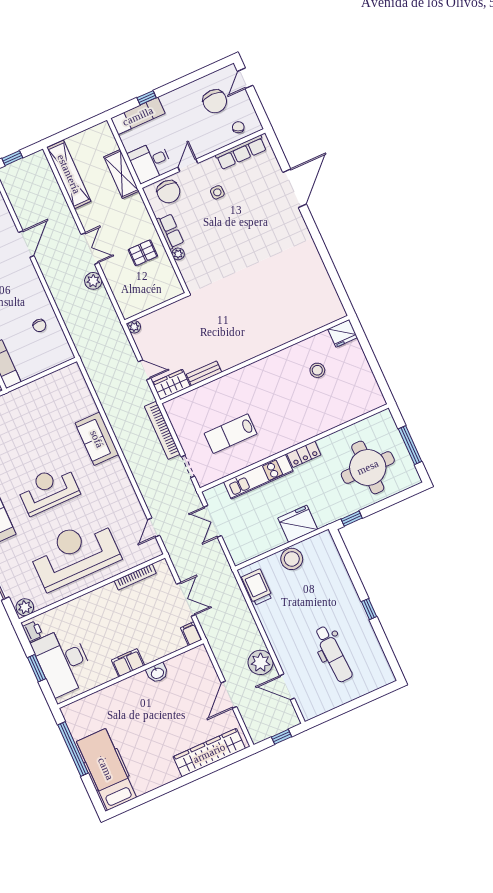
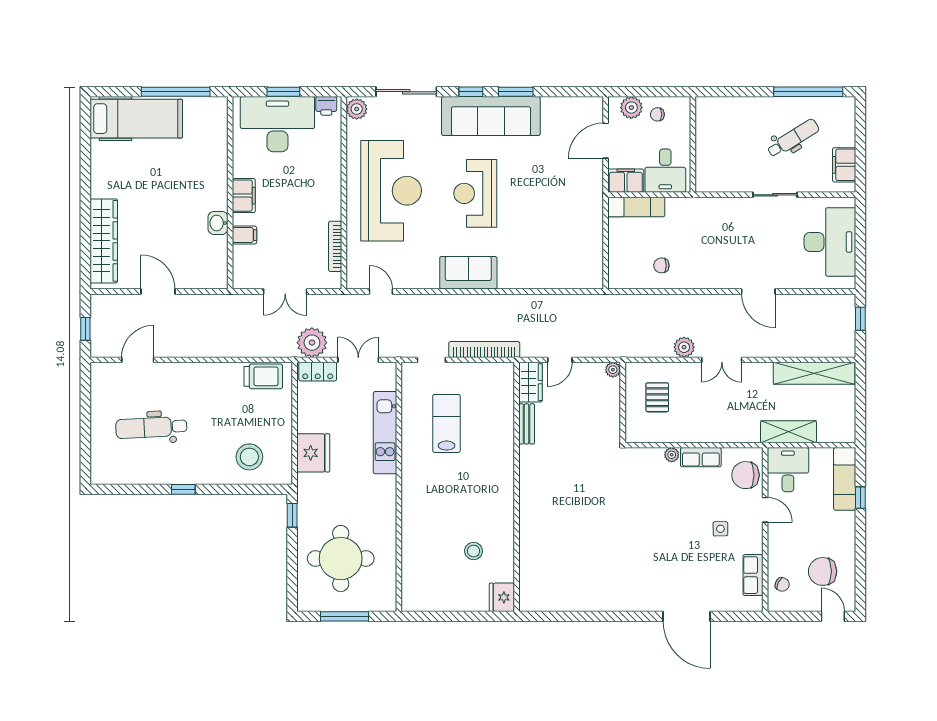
row of seats: (241, 152) -> (753, 575), width x0.68
pallet: (143, 253) -> (657, 397), moved
sofa: (97, 439) -> (468, 273), moved
locker: (304, 454) -> (318, 372), moved, turned -90
reception desk: (48, 490) -> (475, 193), turned 180
stool: (292, 559) -> (249, 457), moved
filing cabinet: (191, 634) -> (244, 235), moved
plant: (260, 662) -> (312, 343), moved

